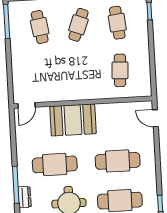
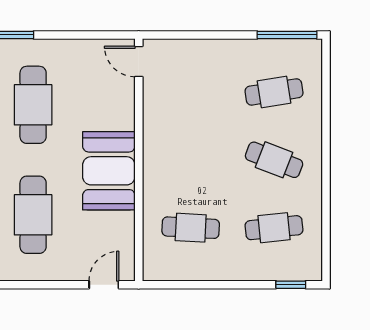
booth: (73, 120) -> (109, 171), moved

